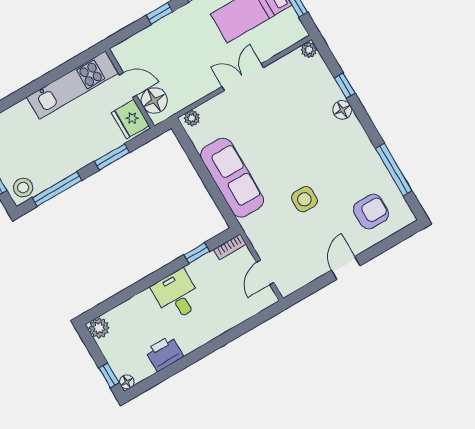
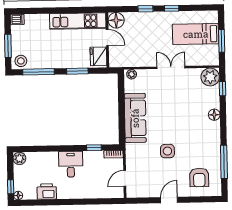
plant: (309, 50) -> (210, 77), width x1.88, depth x1.88
window: (345, 86) -> (223, 89), moved
floor lamp: (154, 100) -> (116, 20), moved
armchair: (371, 212) -> (199, 177), turned 90

